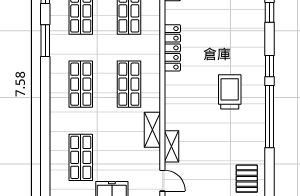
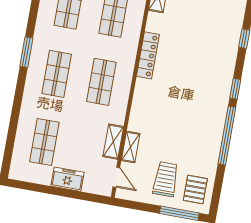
window: (45, 41) -> (26, 52), moved
trolley: (230, 92) -> (166, 179), moved
shelving: (152, 130) -> (113, 142), moved

